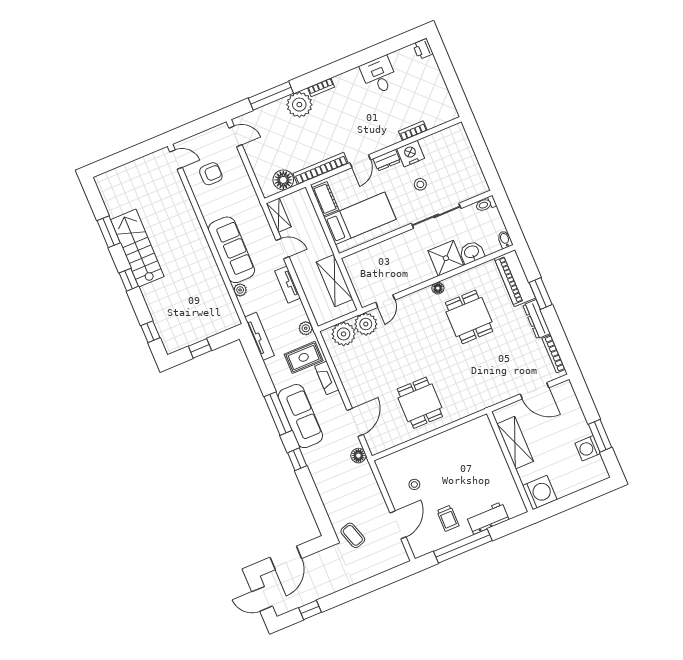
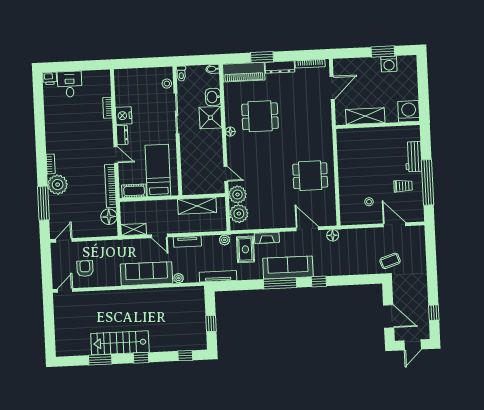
desk: (379, 75) -> (70, 84), moved, turned 90
stool: (420, 184) -> (167, 84), moved
door: (282, 249) -> (159, 236), swing flipped

